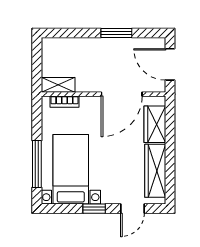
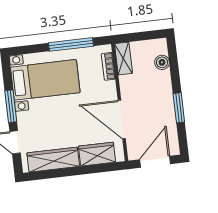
boiler: (67, 45) -> (162, 62), added
window: (37, 164) -> (71, 44), moved
window: (94, 209) -> (11, 106), width x1.50

